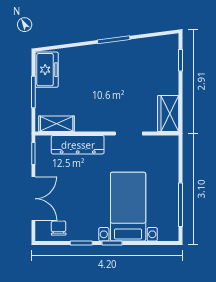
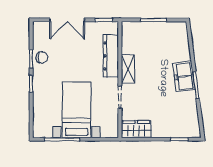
freezer: (47, 70) -> (184, 76), moved, turned 83
shelving: (57, 124) -> (128, 69), moved
bed with nightstands: (128, 207) -> (77, 110), moved, turned -90
chair: (59, 228) -> (42, 57), moved

